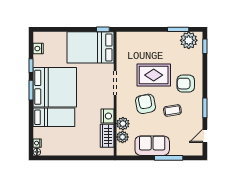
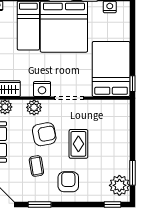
rug: (154, 75) -> (78, 144), width x0.73, depth x0.70
nightstand: (107, 116) -> (42, 89), moved
plant: (123, 124) -> (34, 107), moved

